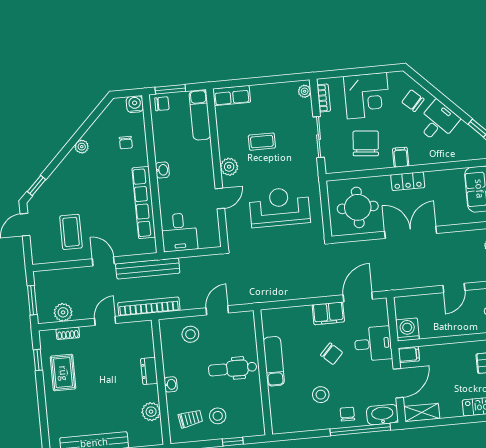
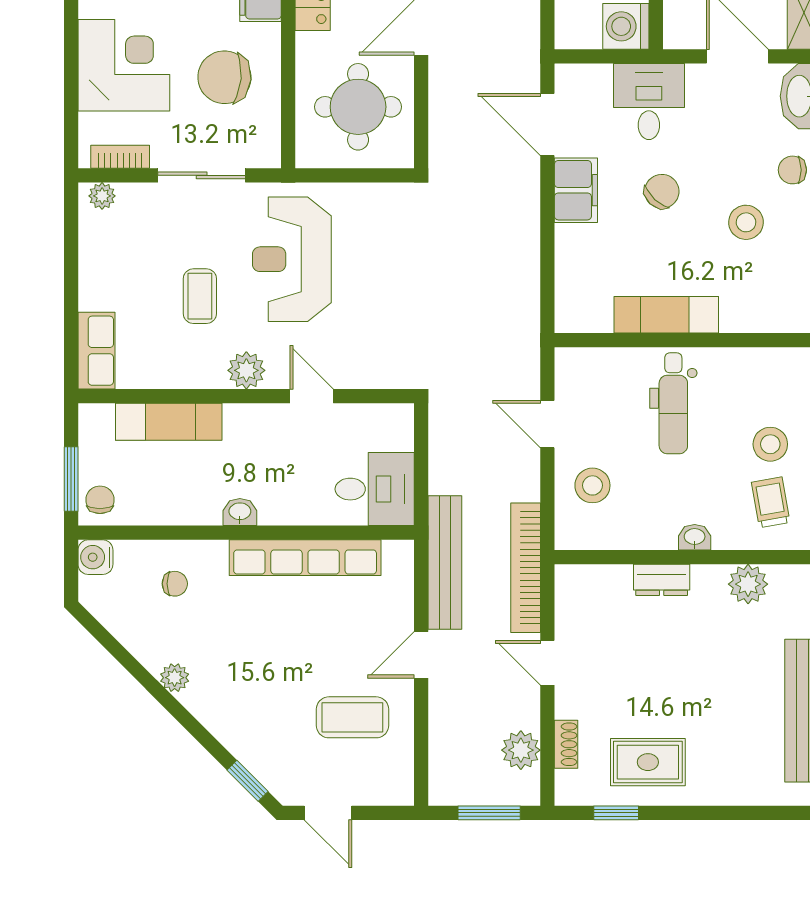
exam couch: (200, 115) -> (169, 422), moved
reception desk: (280, 207) -> (292, 259), moved
filing cabinet: (409, 354) -> (679, 28), removed

